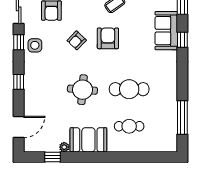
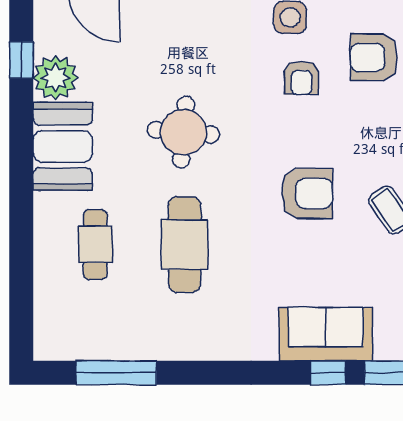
armchair: (77, 40) -> (301, 78), moved, turned -134
window: (182, 40) -> (328, 373), moved
plant: (64, 147) -> (56, 78), width x1.88, depth x1.88

